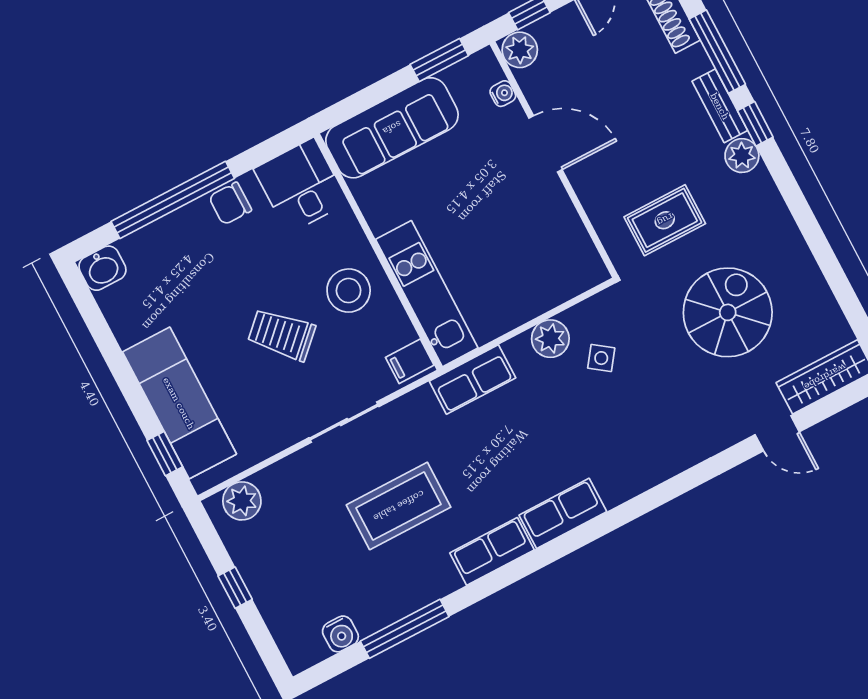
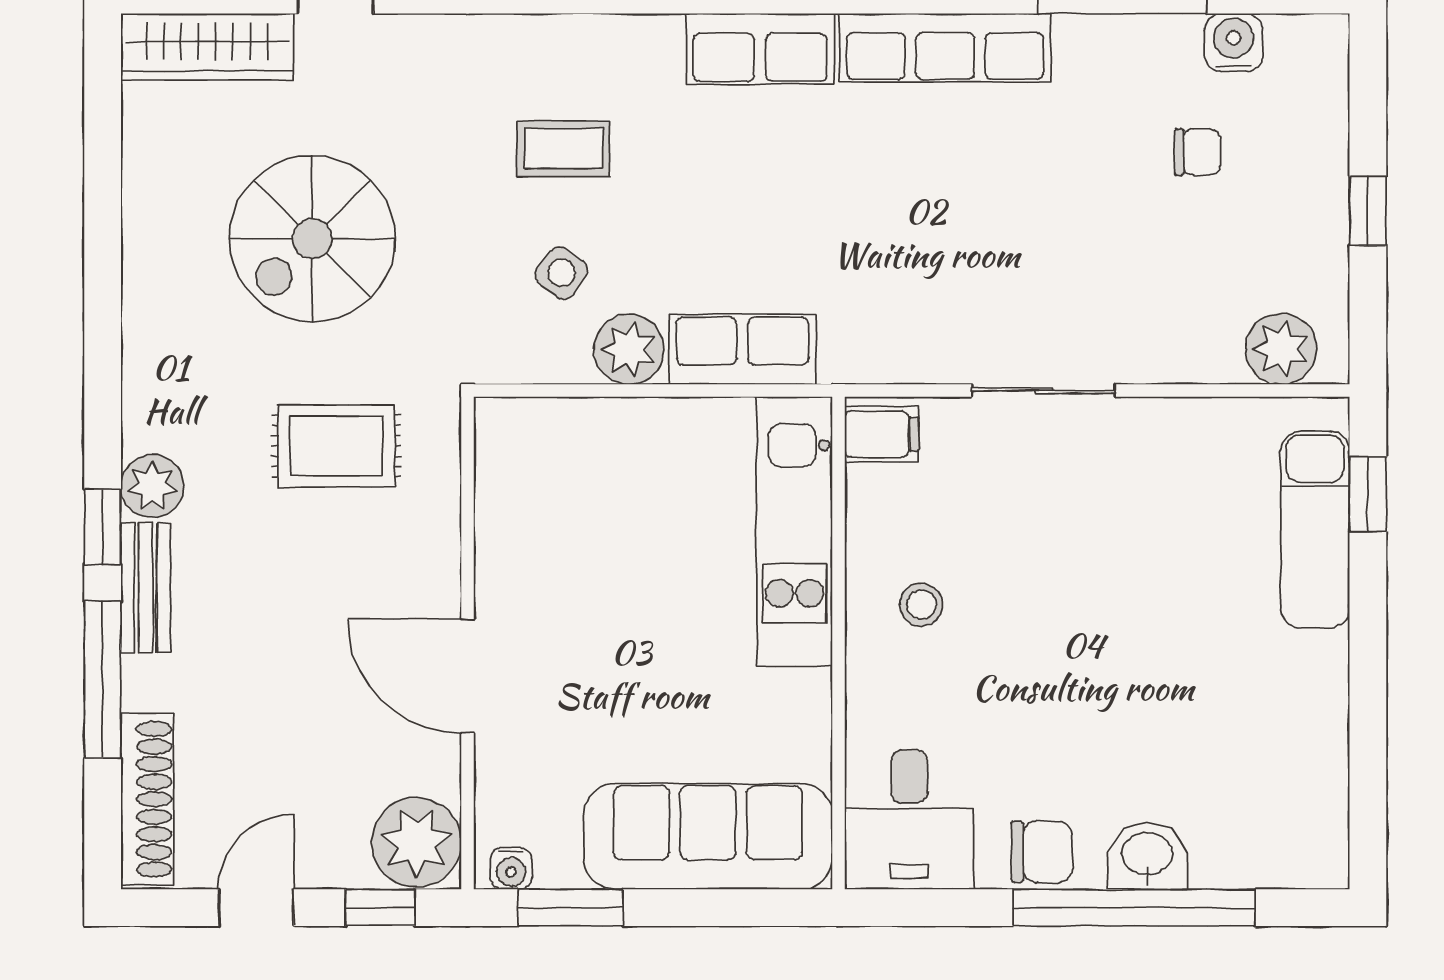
plant: (520, 50) -> (416, 842), width x1.36, depth x1.36
water cooler: (503, 94) -> (511, 868), moved, turned -90
washbasin: (102, 268) -> (1147, 856), moved
stool: (349, 291) -> (921, 605), width x0.53, depth x0.53
trolley: (281, 335) -> (1071, 590), removed
row of seats: (472, 379) -> (742, 349), moved
exam couch: (179, 403) -> (1315, 530), width x0.73, depth x0.69
coffee table: (399, 506) -> (563, 149), moved, width x0.54, depth x0.58
row of seats: (492, 551) -> (945, 48), width x1.48
chair: (330, 573) -> (1198, 152), added

